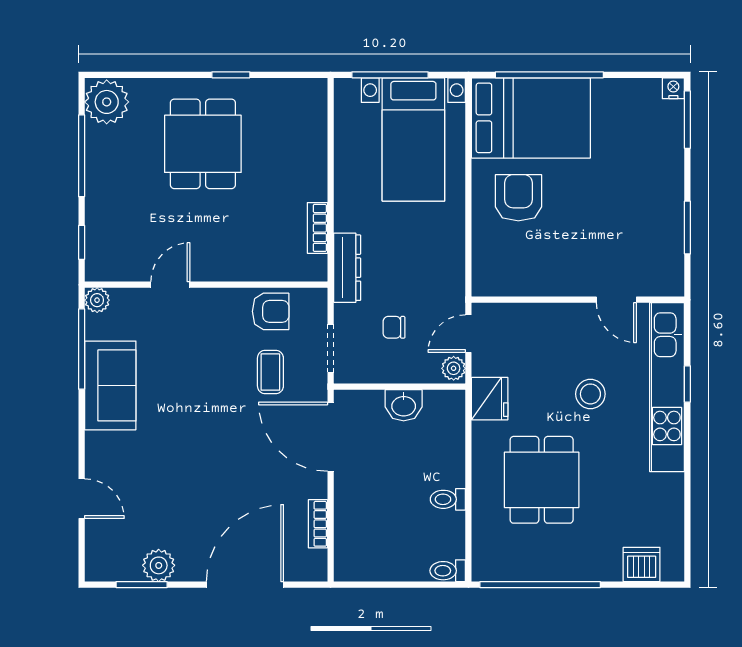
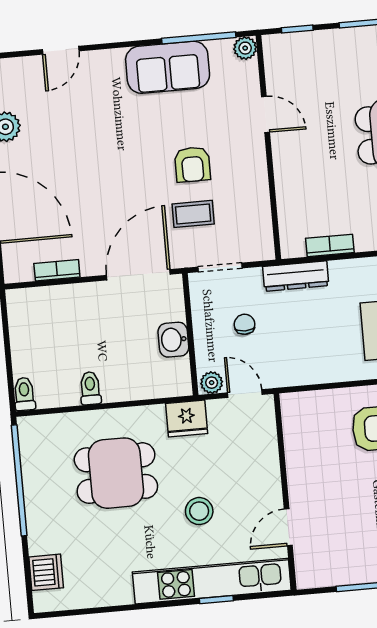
armchair: (271, 311) -> (192, 164), moved

